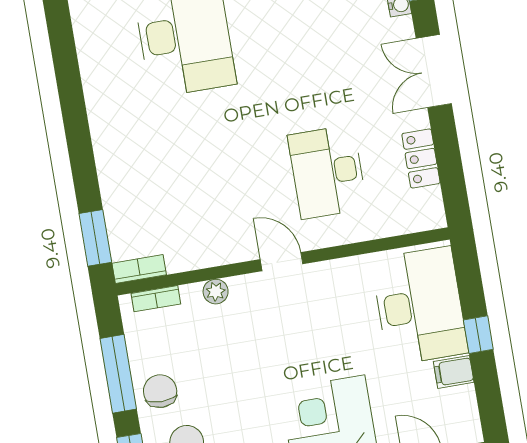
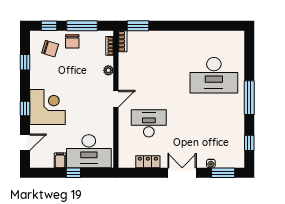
chair: (160, 391) -> (72, 41), turned 90

